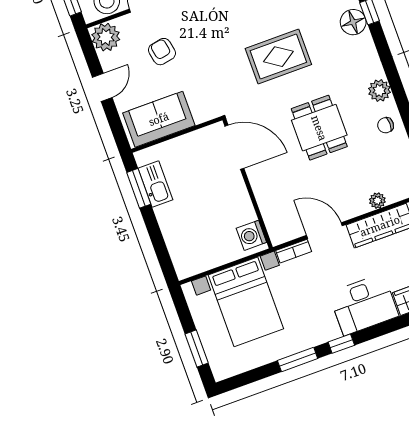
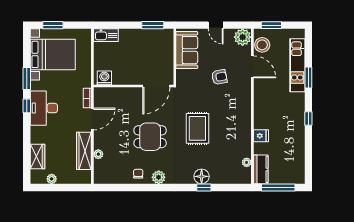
armchair: (162, 52) -> (219, 77), moved
kitchen sink: (155, 184) -> (106, 35), moved
bed with nightstands: (246, 302) -> (53, 54), moved, turned 180
desk: (364, 304) -> (44, 108), moved

